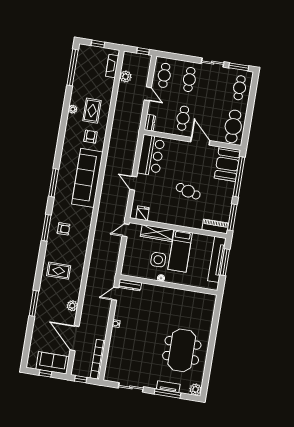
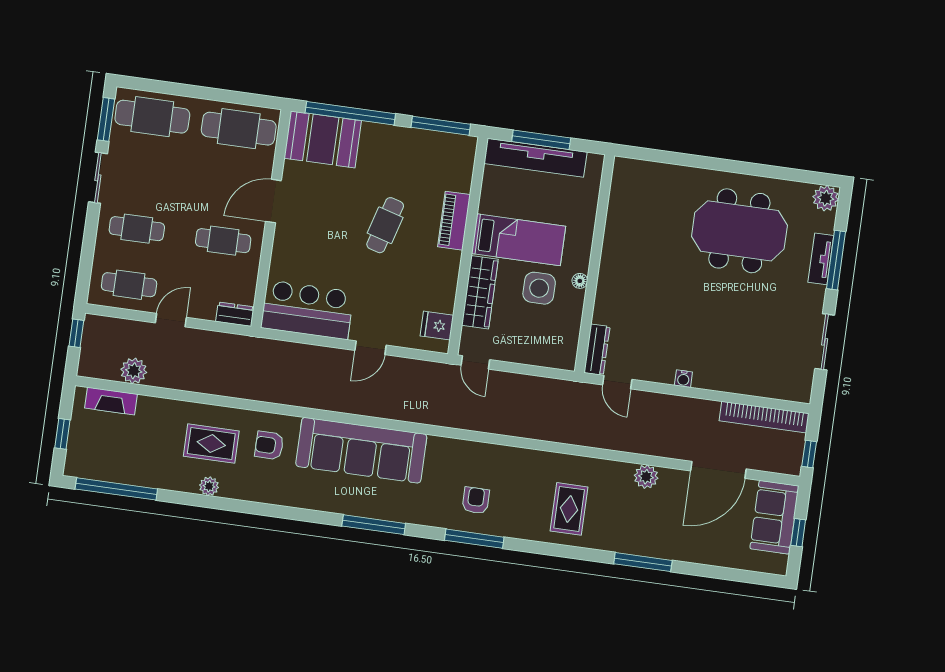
cafe table: (240, 88) -> (152, 117), width x1.37, depth x1.35
piano: (215, 226) -> (454, 221), moved

